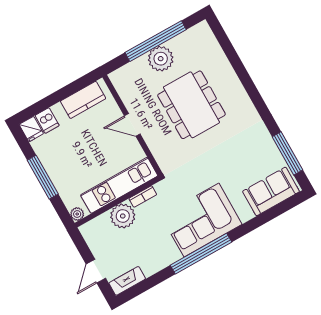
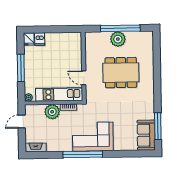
kitchen counter: (83, 100) -> (65, 39), removed
dining table: (191, 105) -> (121, 73), turned 90
door: (132, 125) -> (84, 78), moved
sofa: (271, 191) -> (146, 135), moved, turned -90
door: (96, 271) -> (22, 122), moved

